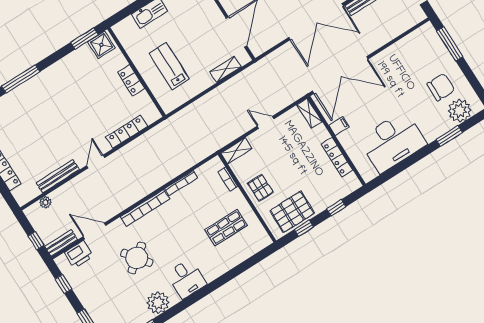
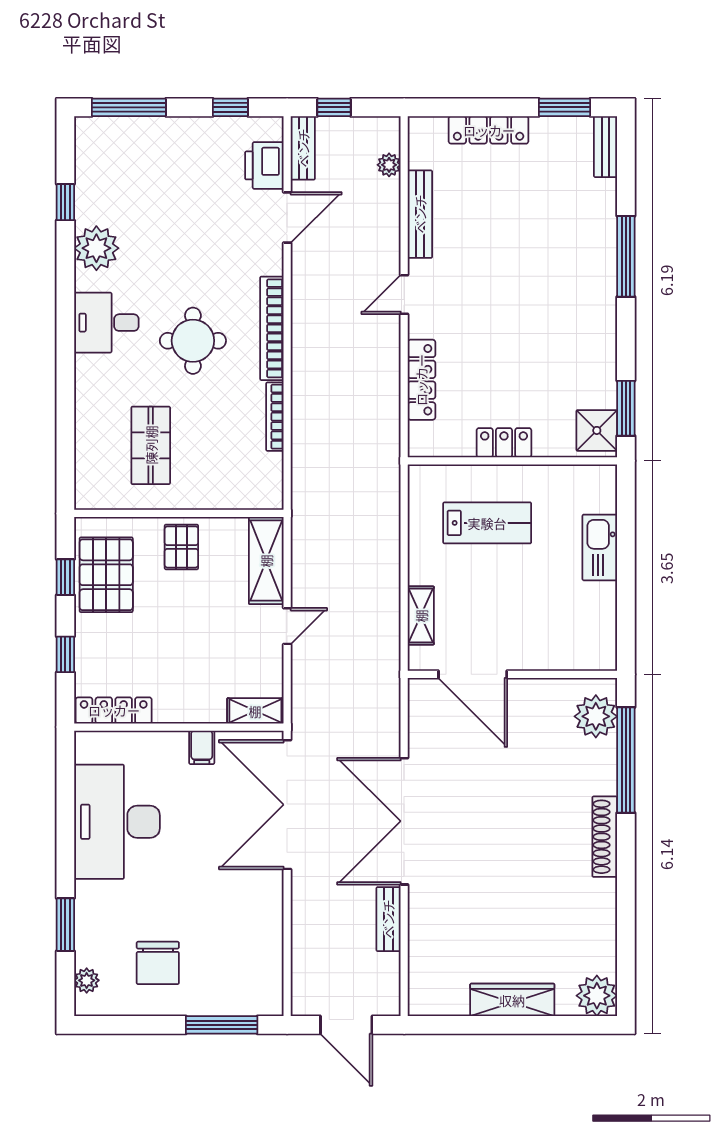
plant: (460, 111) -> (87, 980), width x0.53, depth x0.53
shelving: (236, 151) -> (266, 561), width x1.50, depth x1.33
locker: (337, 157) -> (114, 710), moved
door: (96, 162) -> (404, 295), swing flipped
bookcase: (228, 179) -> (231, 501), removed
pallet: (260, 188) -> (181, 547), turned 90
round table: (137, 258) -> (193, 341), moved, turned 37

